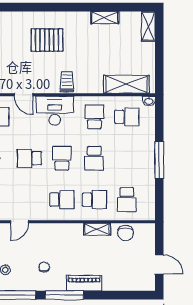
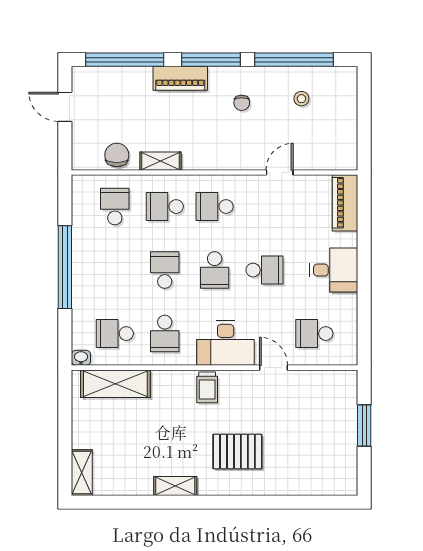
shelving: (105, 18) -> (175, 486), moved
window: (159, 160) -> (65, 267), width x1.46
window: (120, 295) -> (125, 60), added

